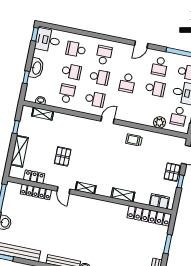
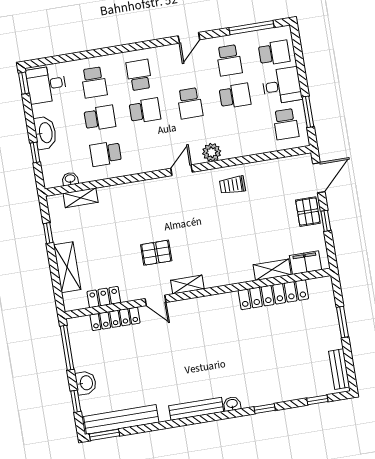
school desk: (76, 49) -> (94, 82), turned -90
school desk: (67, 94) -> (106, 154), turned -90
school desk: (95, 99) -> (151, 146), removed
plant: (160, 122) -> (212, 152), moved
pallet: (63, 156) -> (156, 253), moved, turned 90
shelving: (123, 195) -> (272, 270), moved
locker: (149, 216) -> (273, 295), moved

